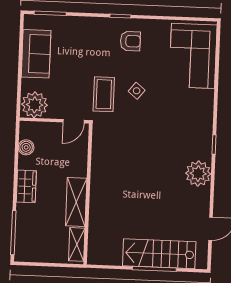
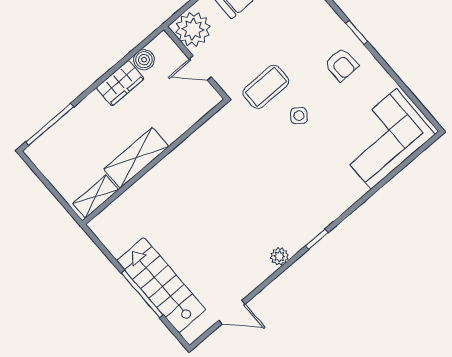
door: (74, 121) -> (200, 68), moved
plant: (198, 174) -> (279, 256), width x0.53, depth x0.53
wardrobe: (26, 186) -> (120, 83), moved

